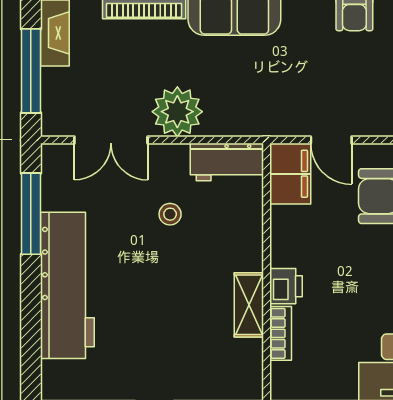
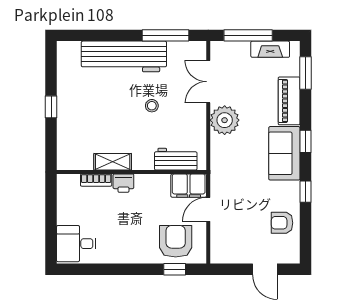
workbench: (227, 162) -> (176, 159), moved, turned 90
stool: (170, 214) -> (152, 106), moved

